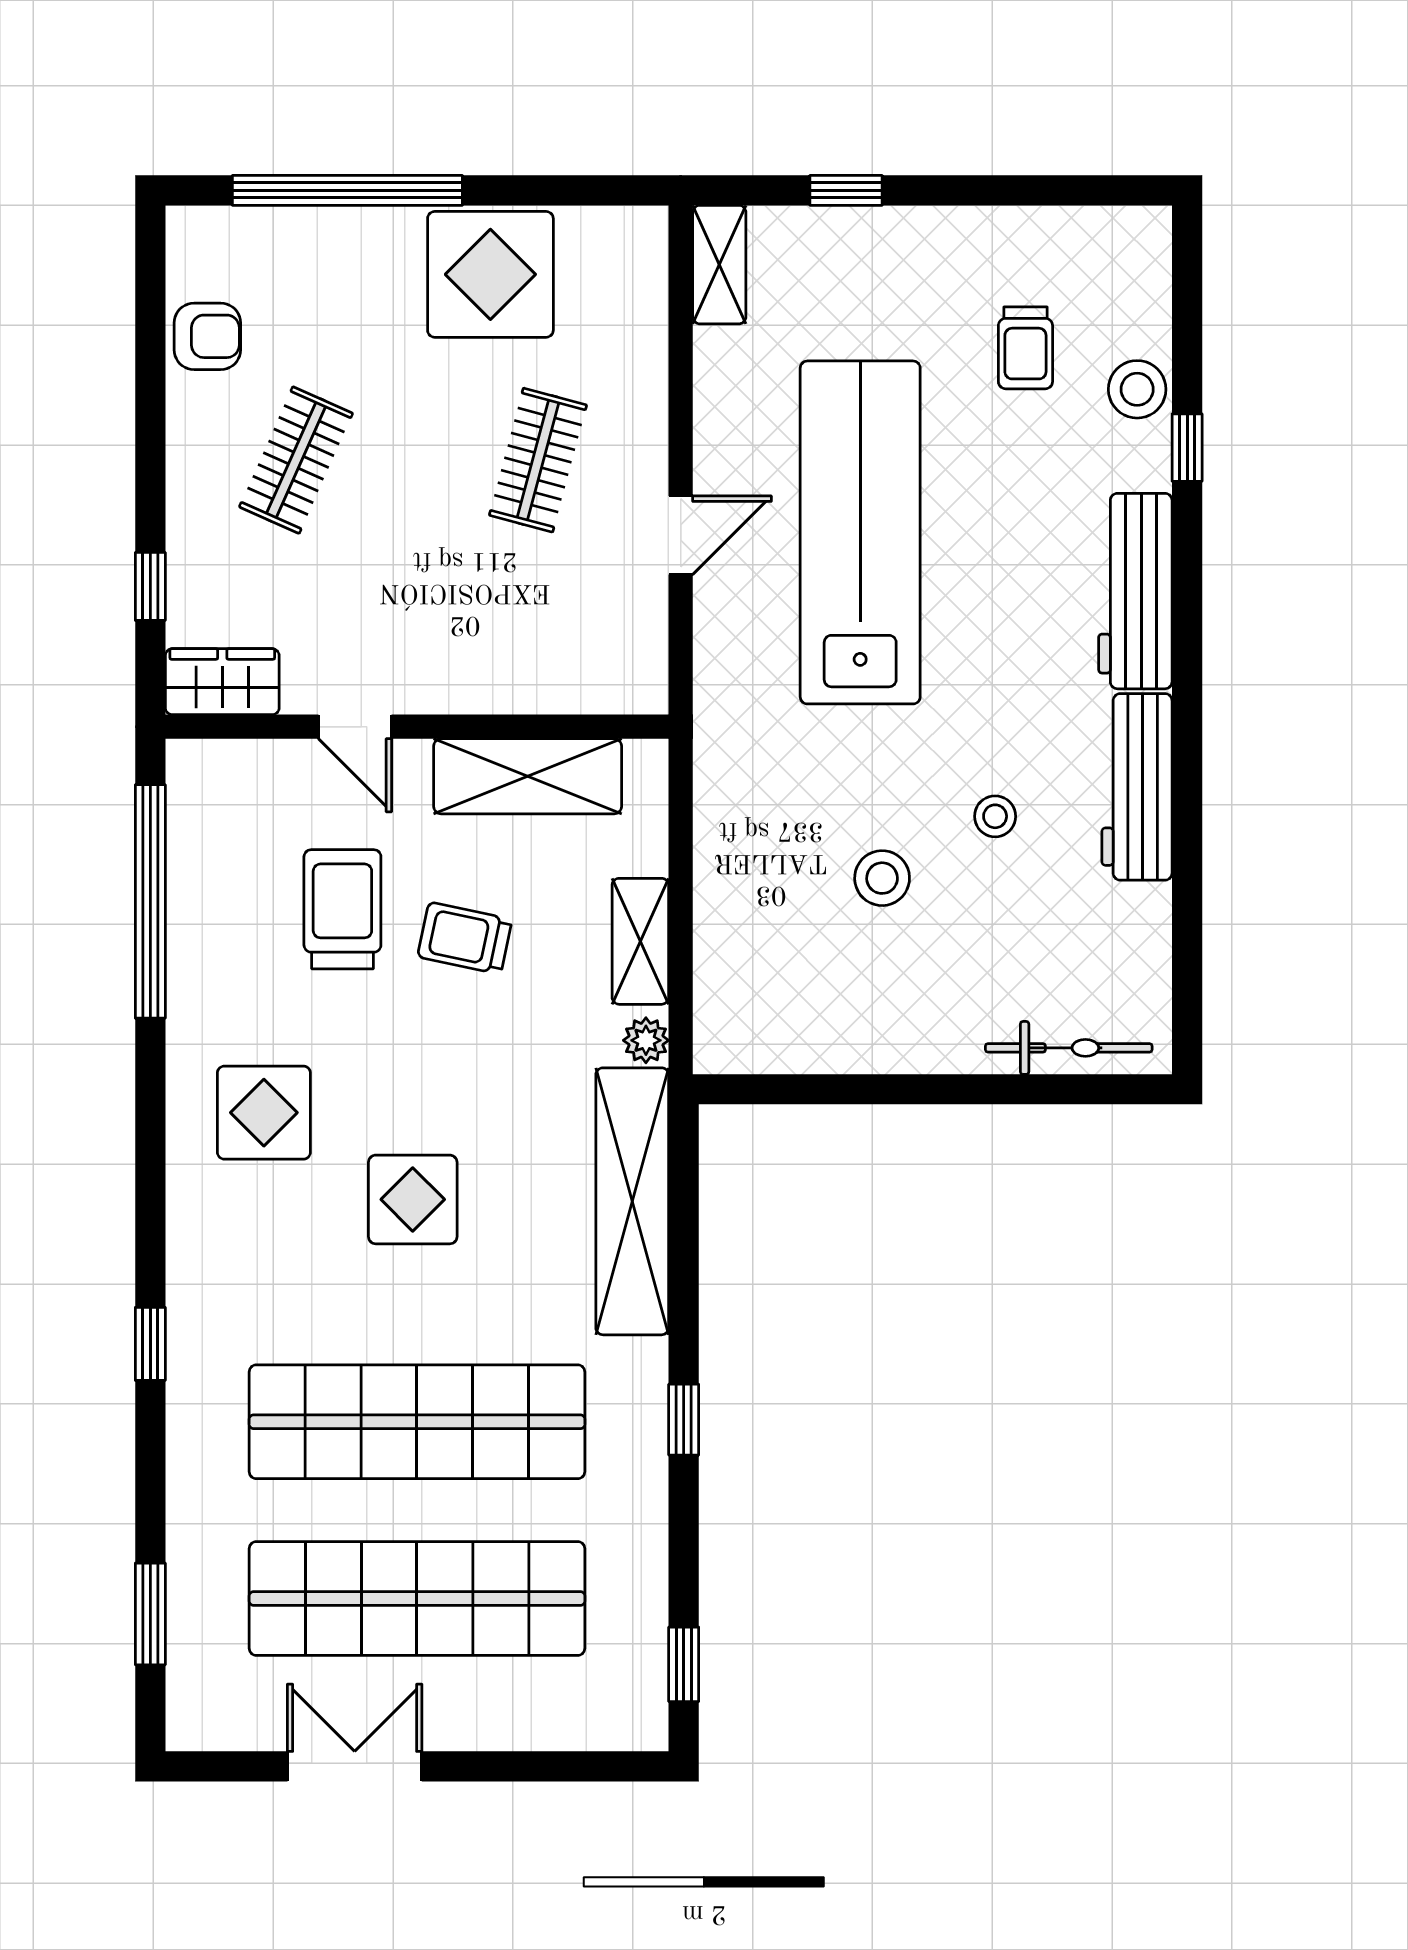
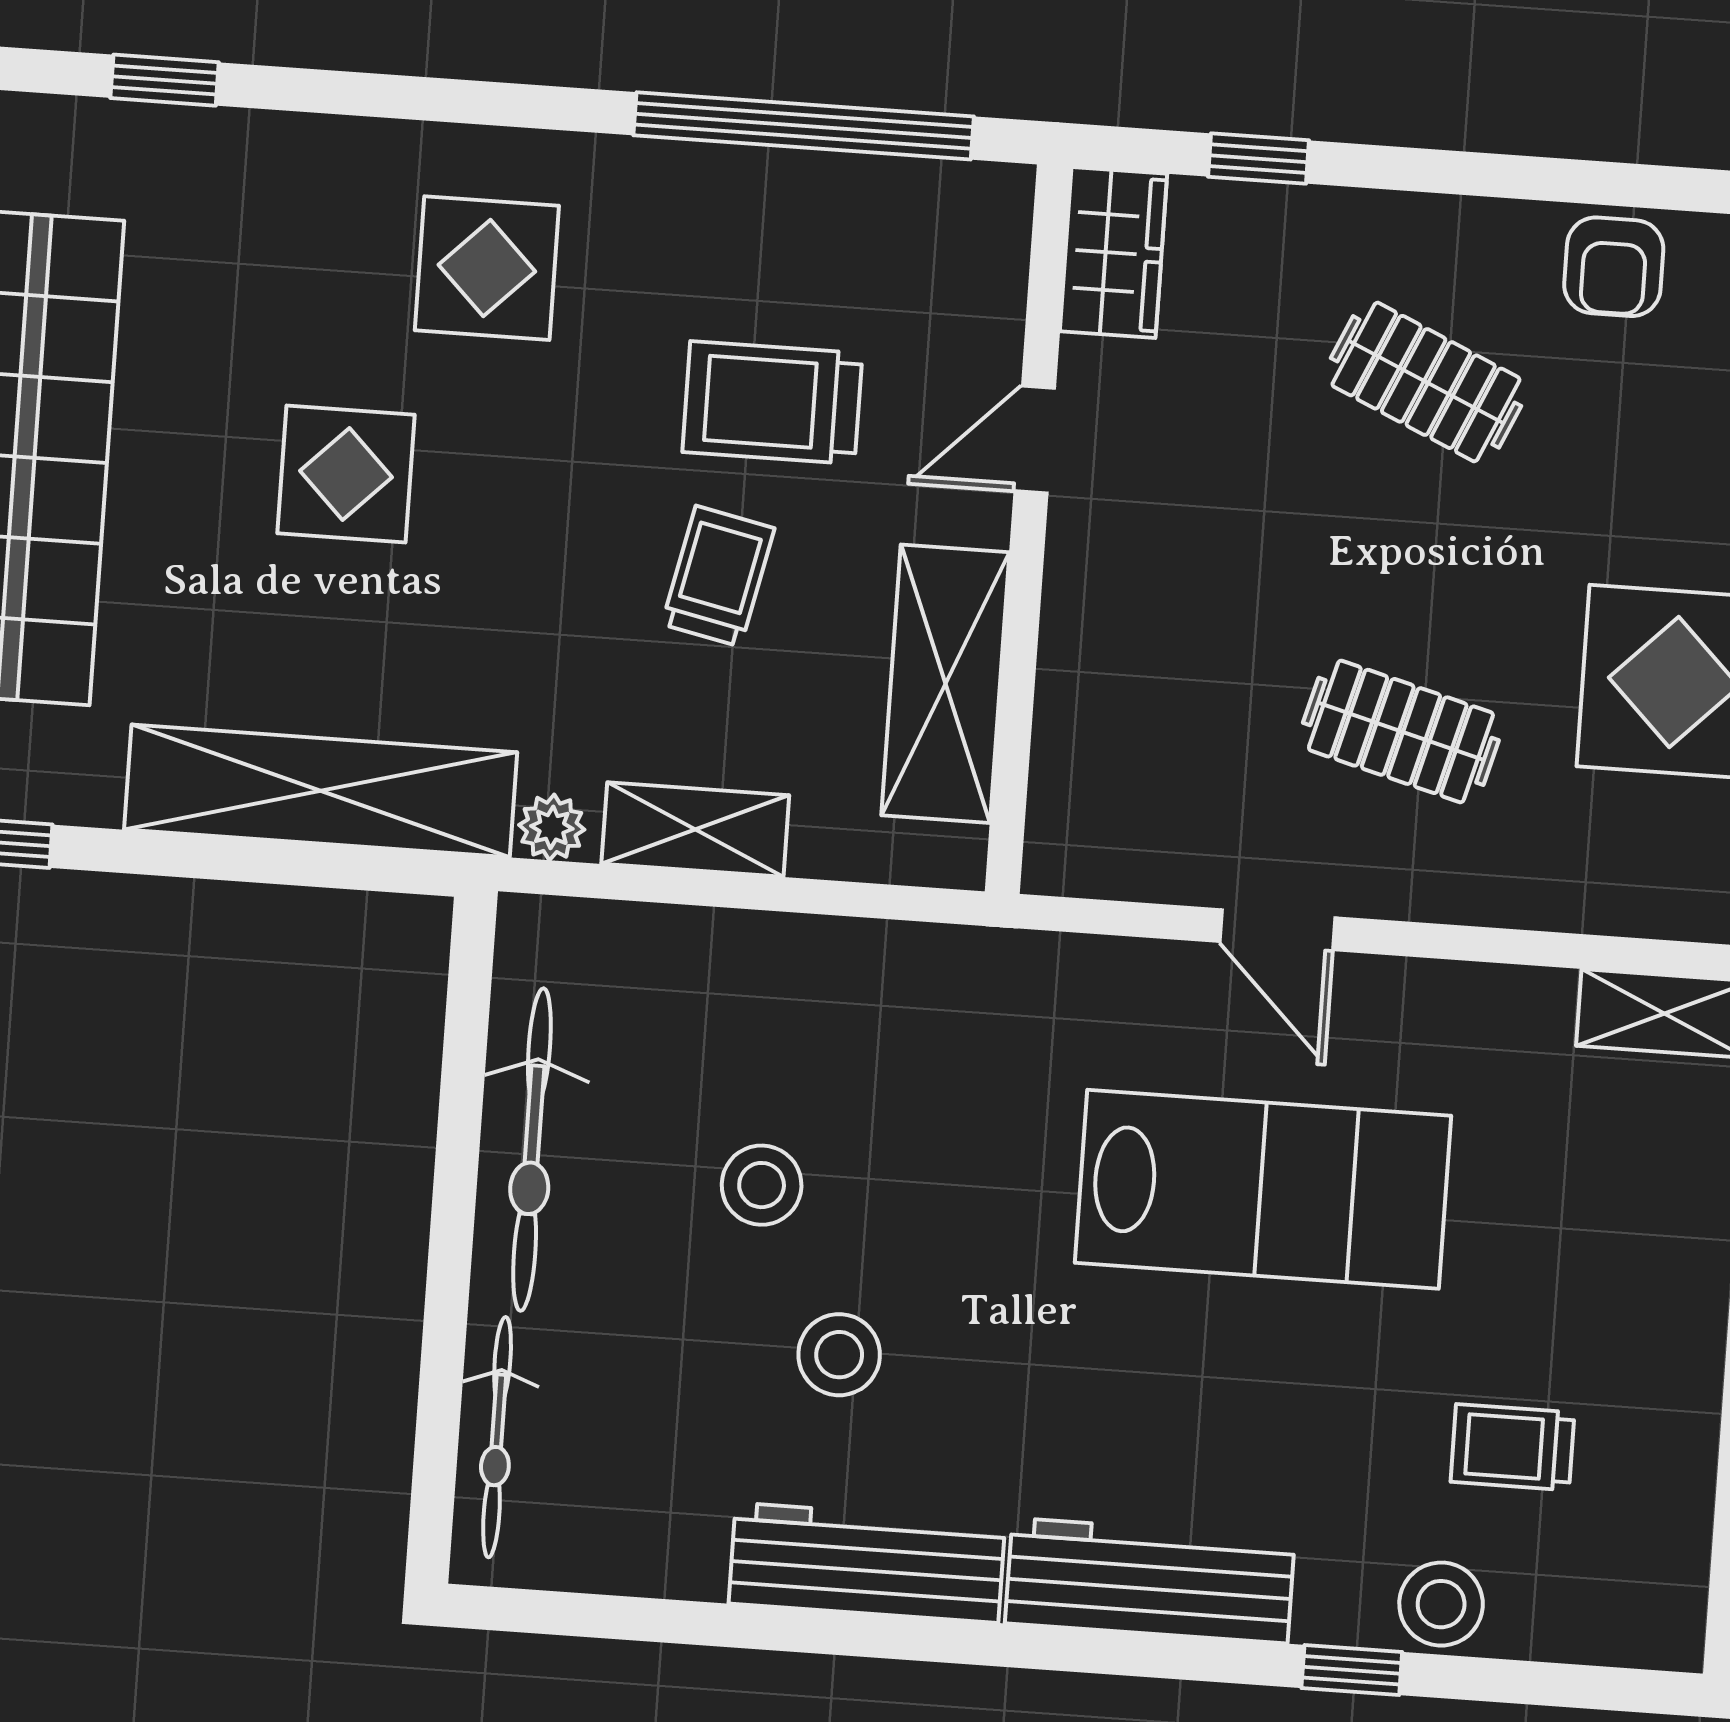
lab bench: (860, 532) -> (1263, 1189), width x0.73
stool: (995, 816) -> (839, 1355), width x1.37, depth x1.37
trolley: (342, 909) -> (772, 403), turned 180
bicycle: (869, 1038) -> (532, 1150), added

